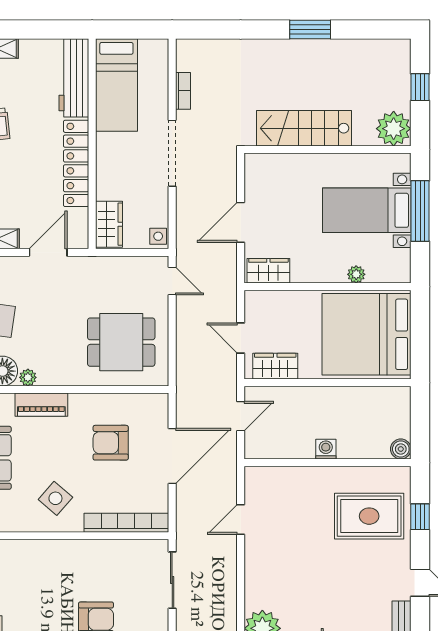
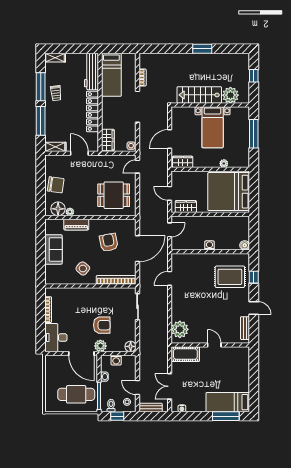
plant: (394, 129) -> (230, 95), moved
bed with nightstands: (367, 210) -> (213, 127), moved, turned -90
door: (48, 252) -> (79, 153), hinge flipped
door: (172, 281) -> (138, 167), swing flipped
armchair: (111, 443) -> (109, 242), turned 79

